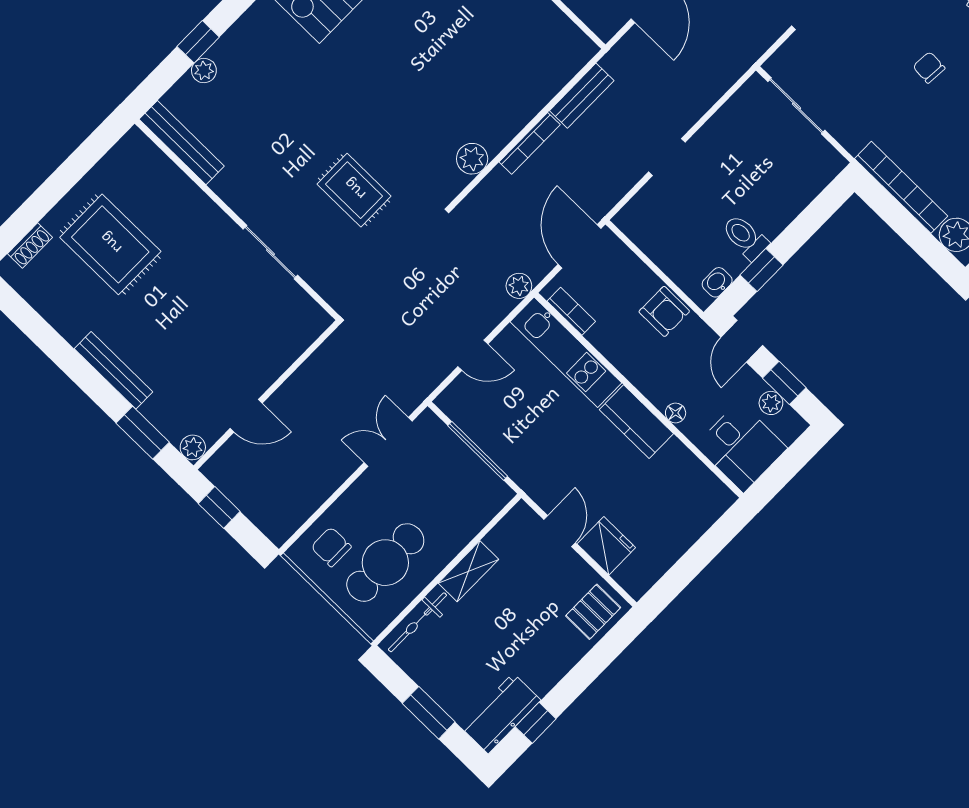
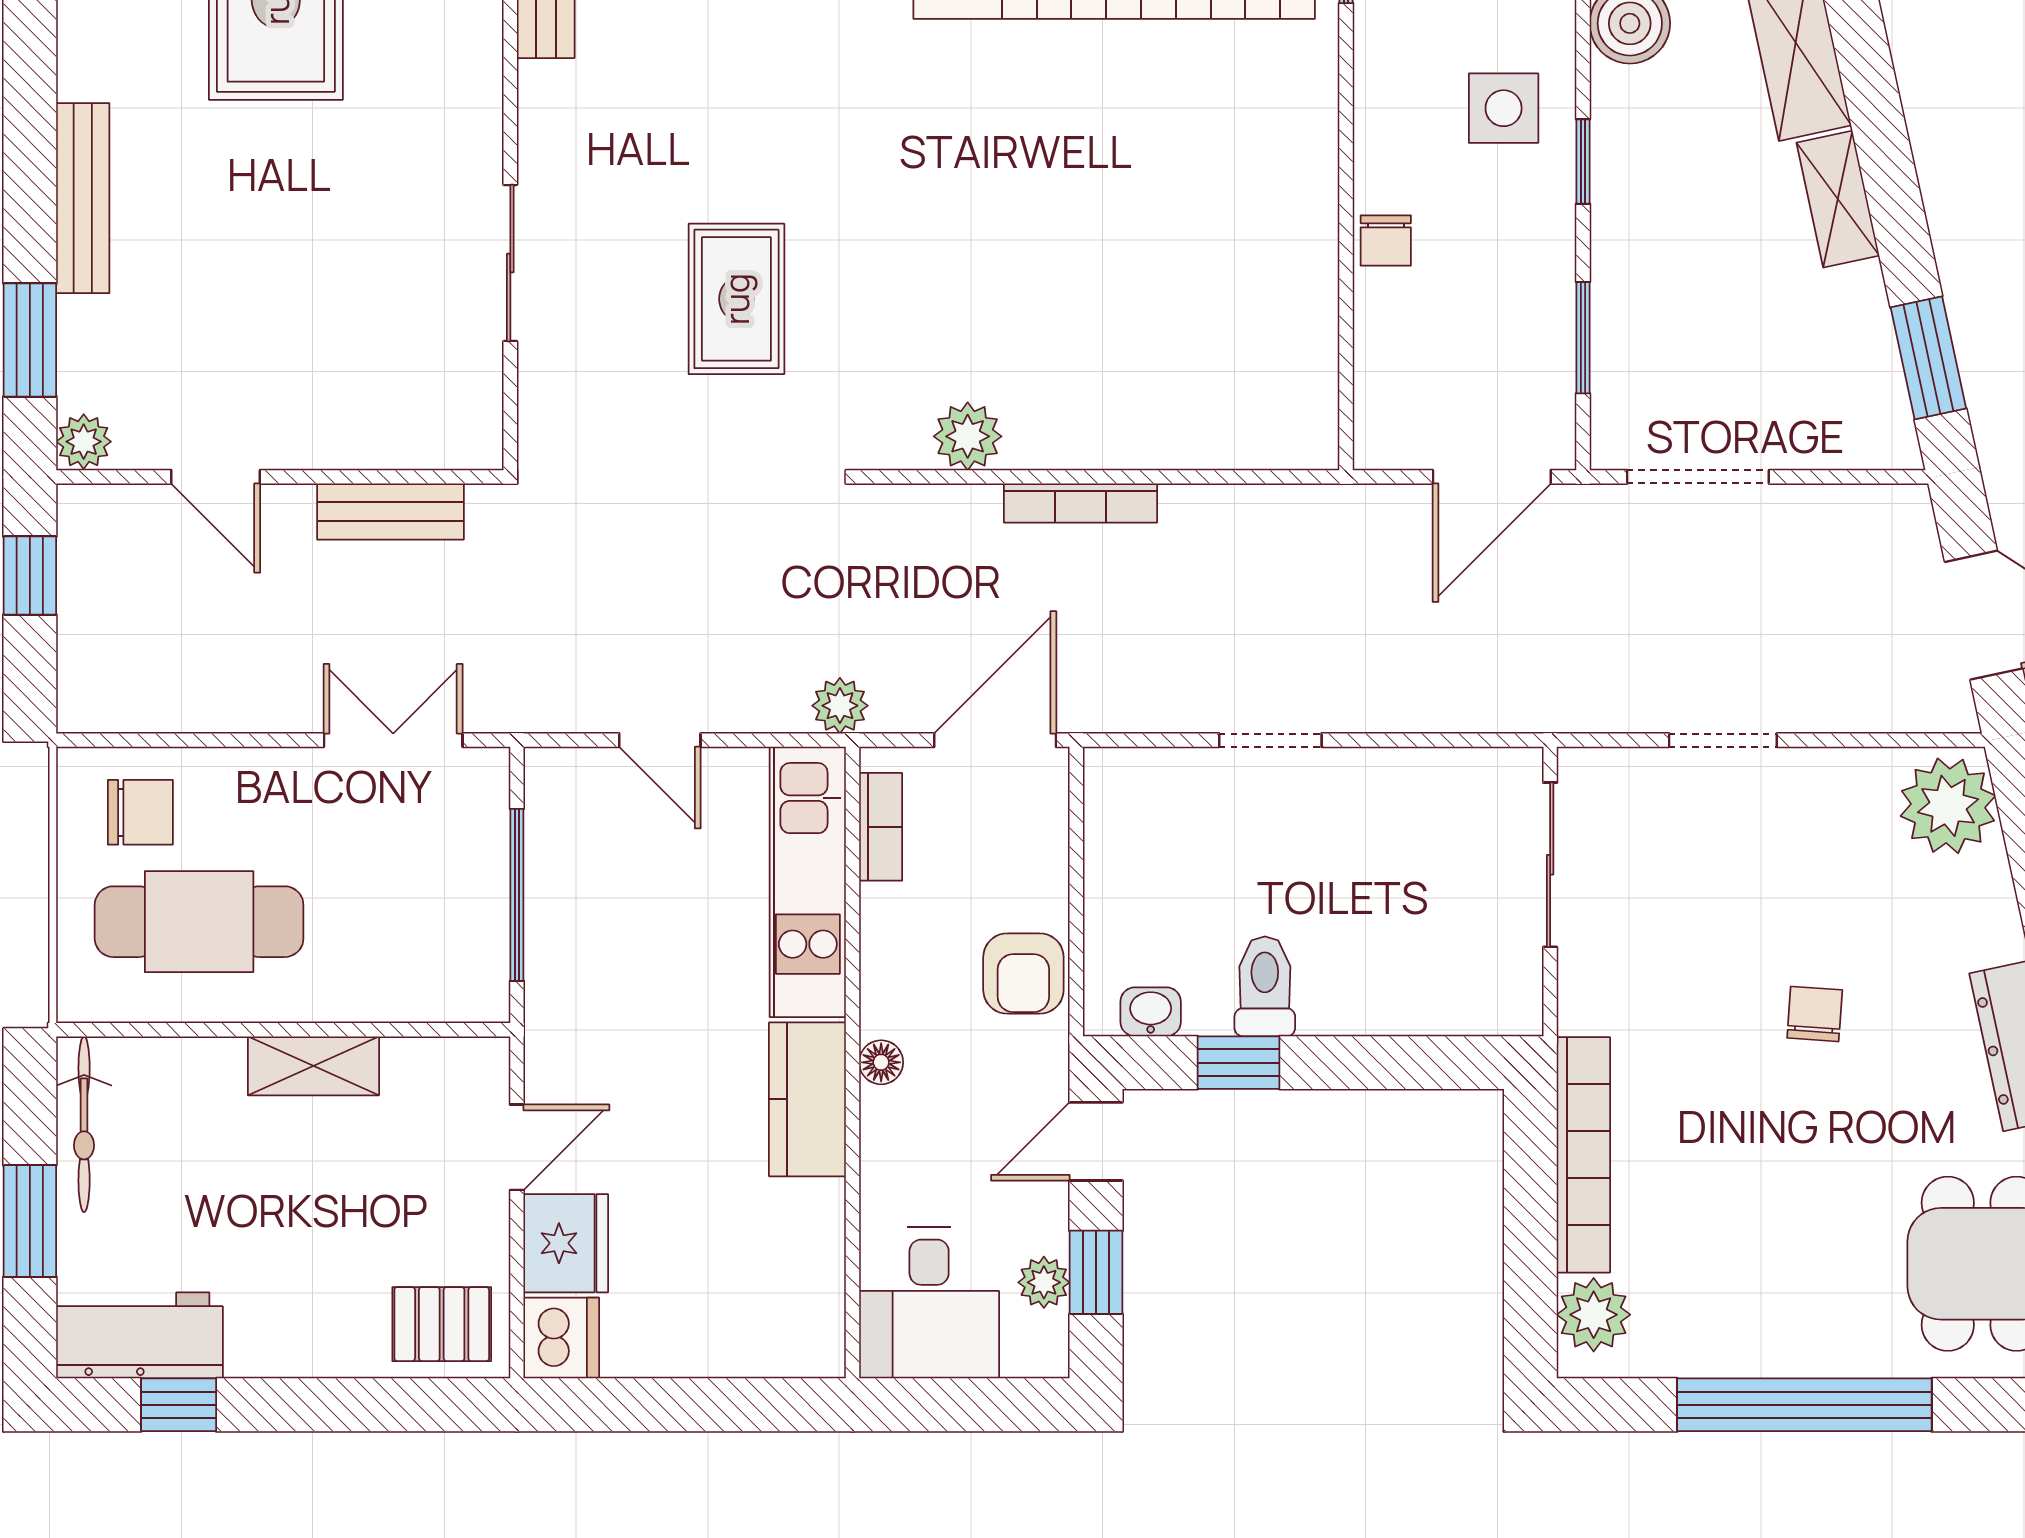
bench: (582, 96) -> (390, 511), moved
floor lamp: (676, 413) -> (881, 1062), moved
chair: (331, 547) -> (140, 812), turned 90
dishwasher: (636, 577) -> (561, 1338), added
bicycle: (417, 622) -> (84, 1124), moved, turned -90

